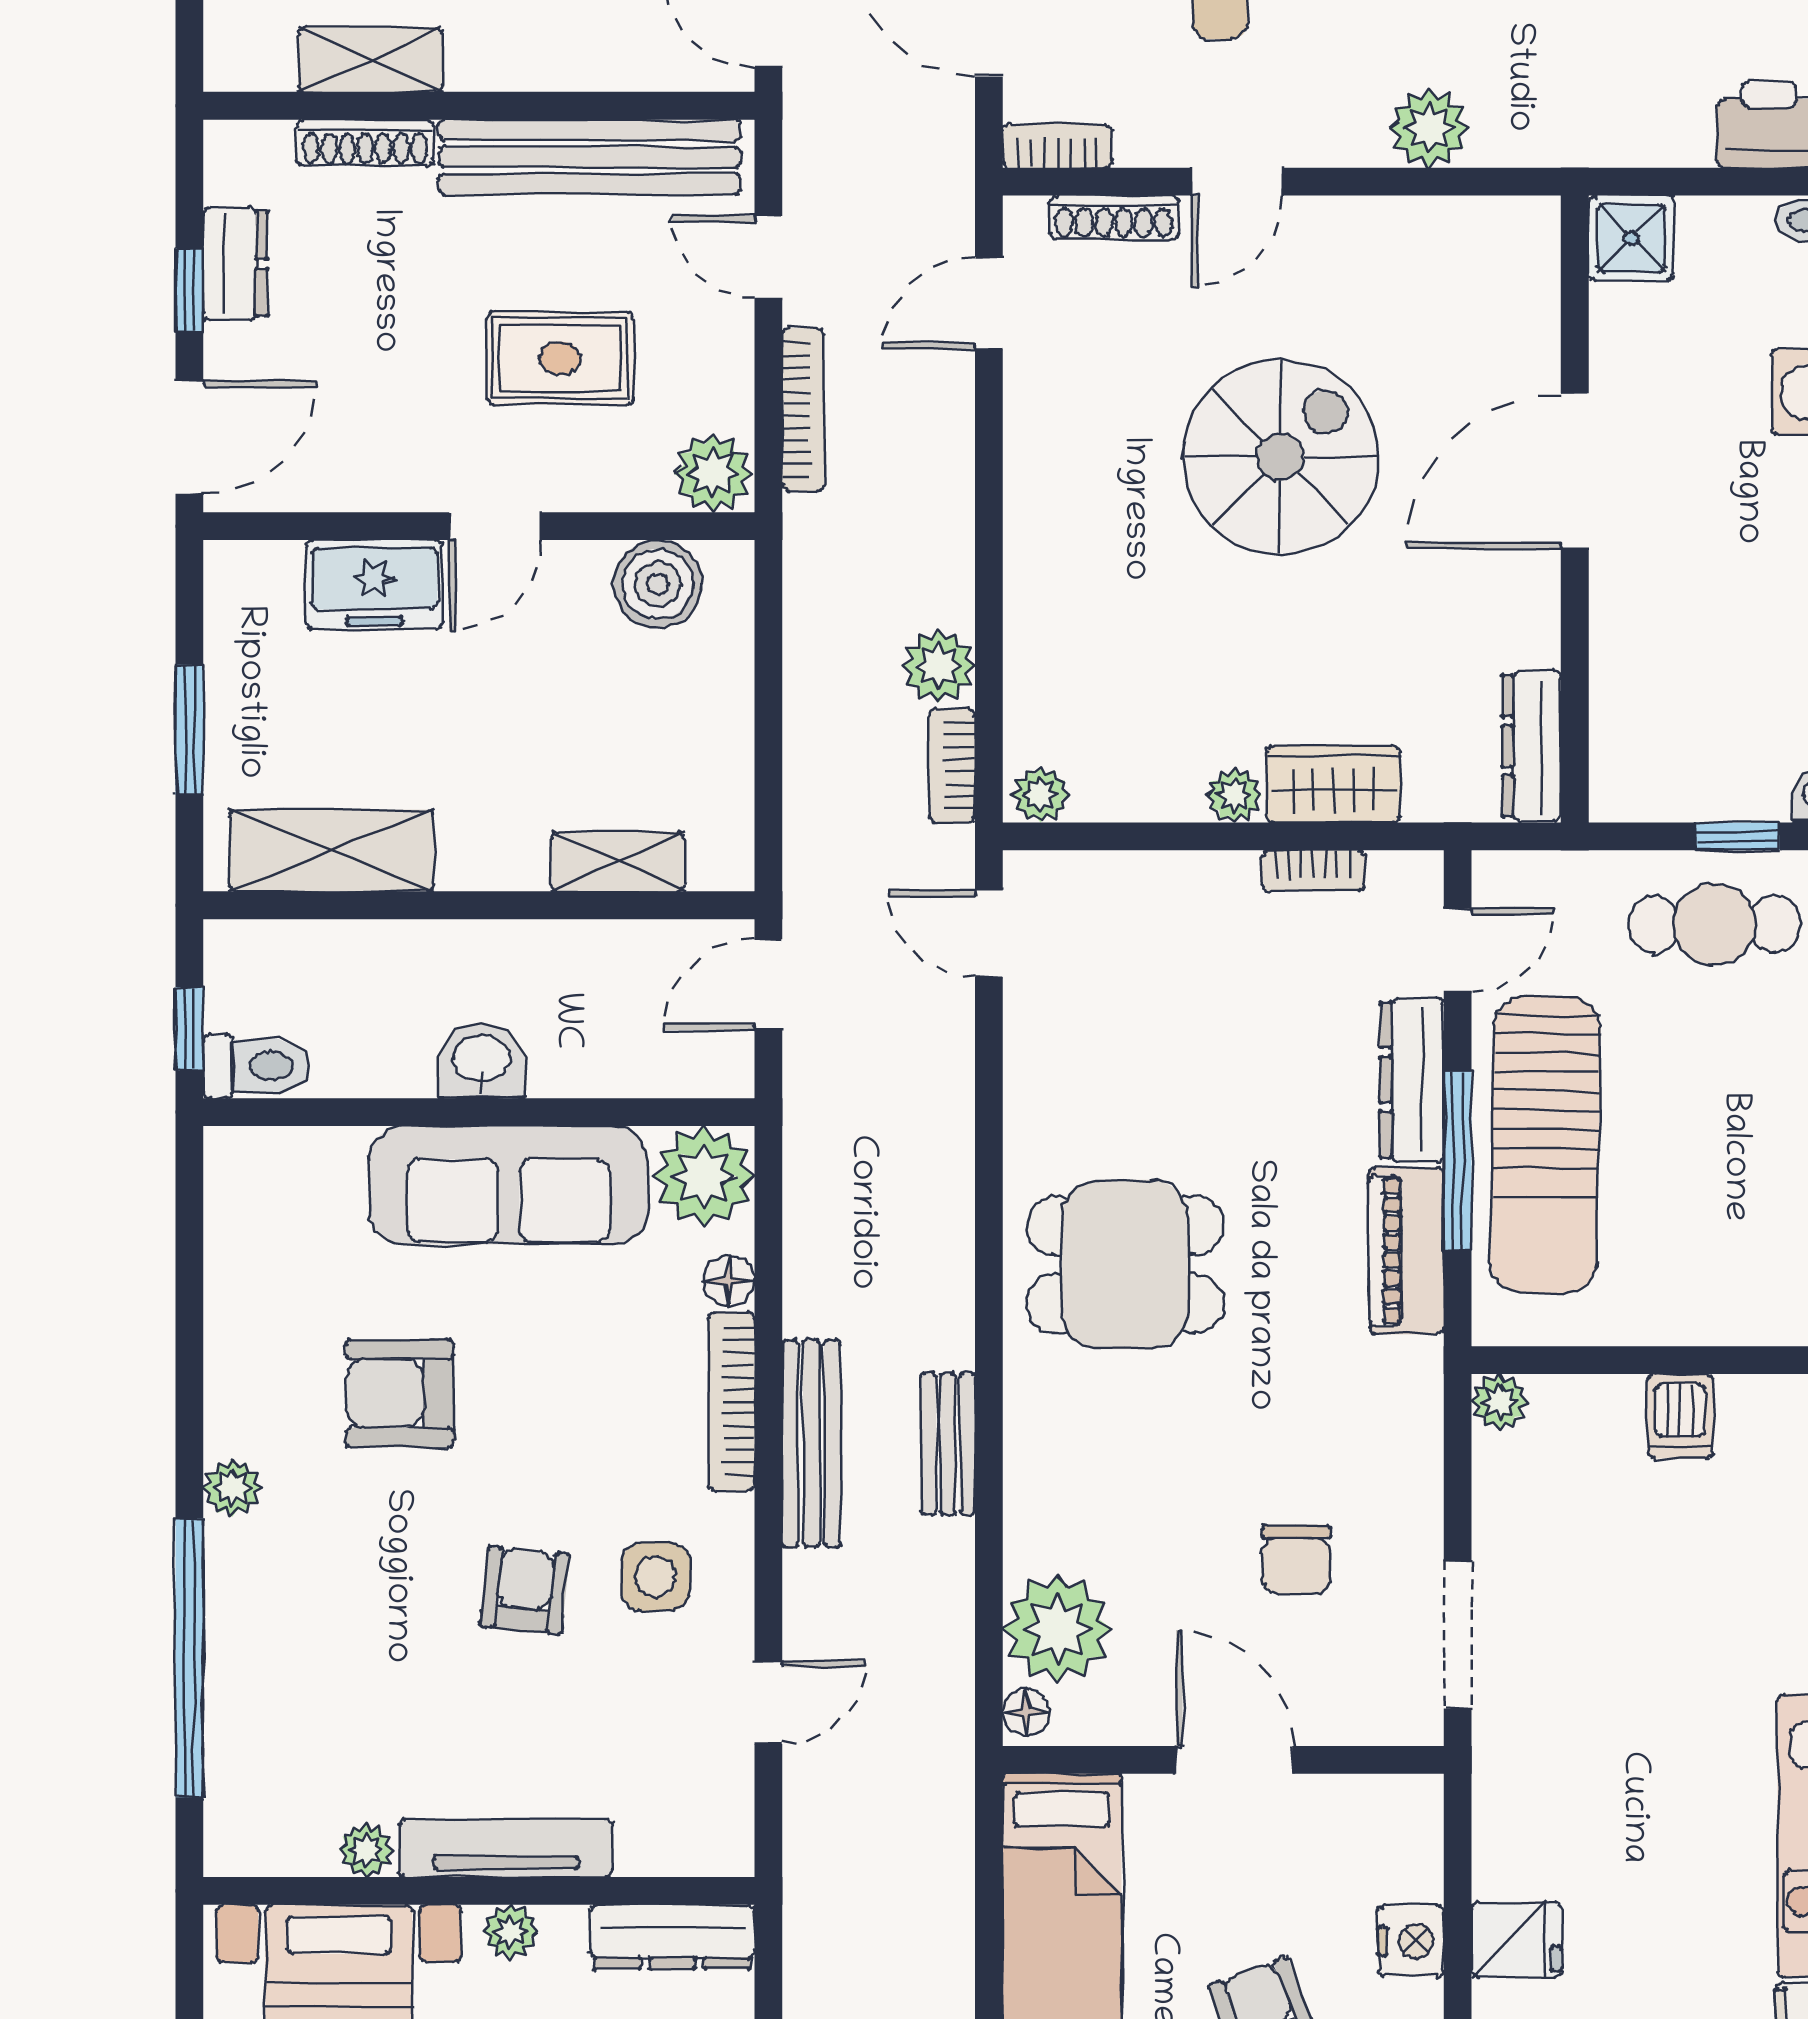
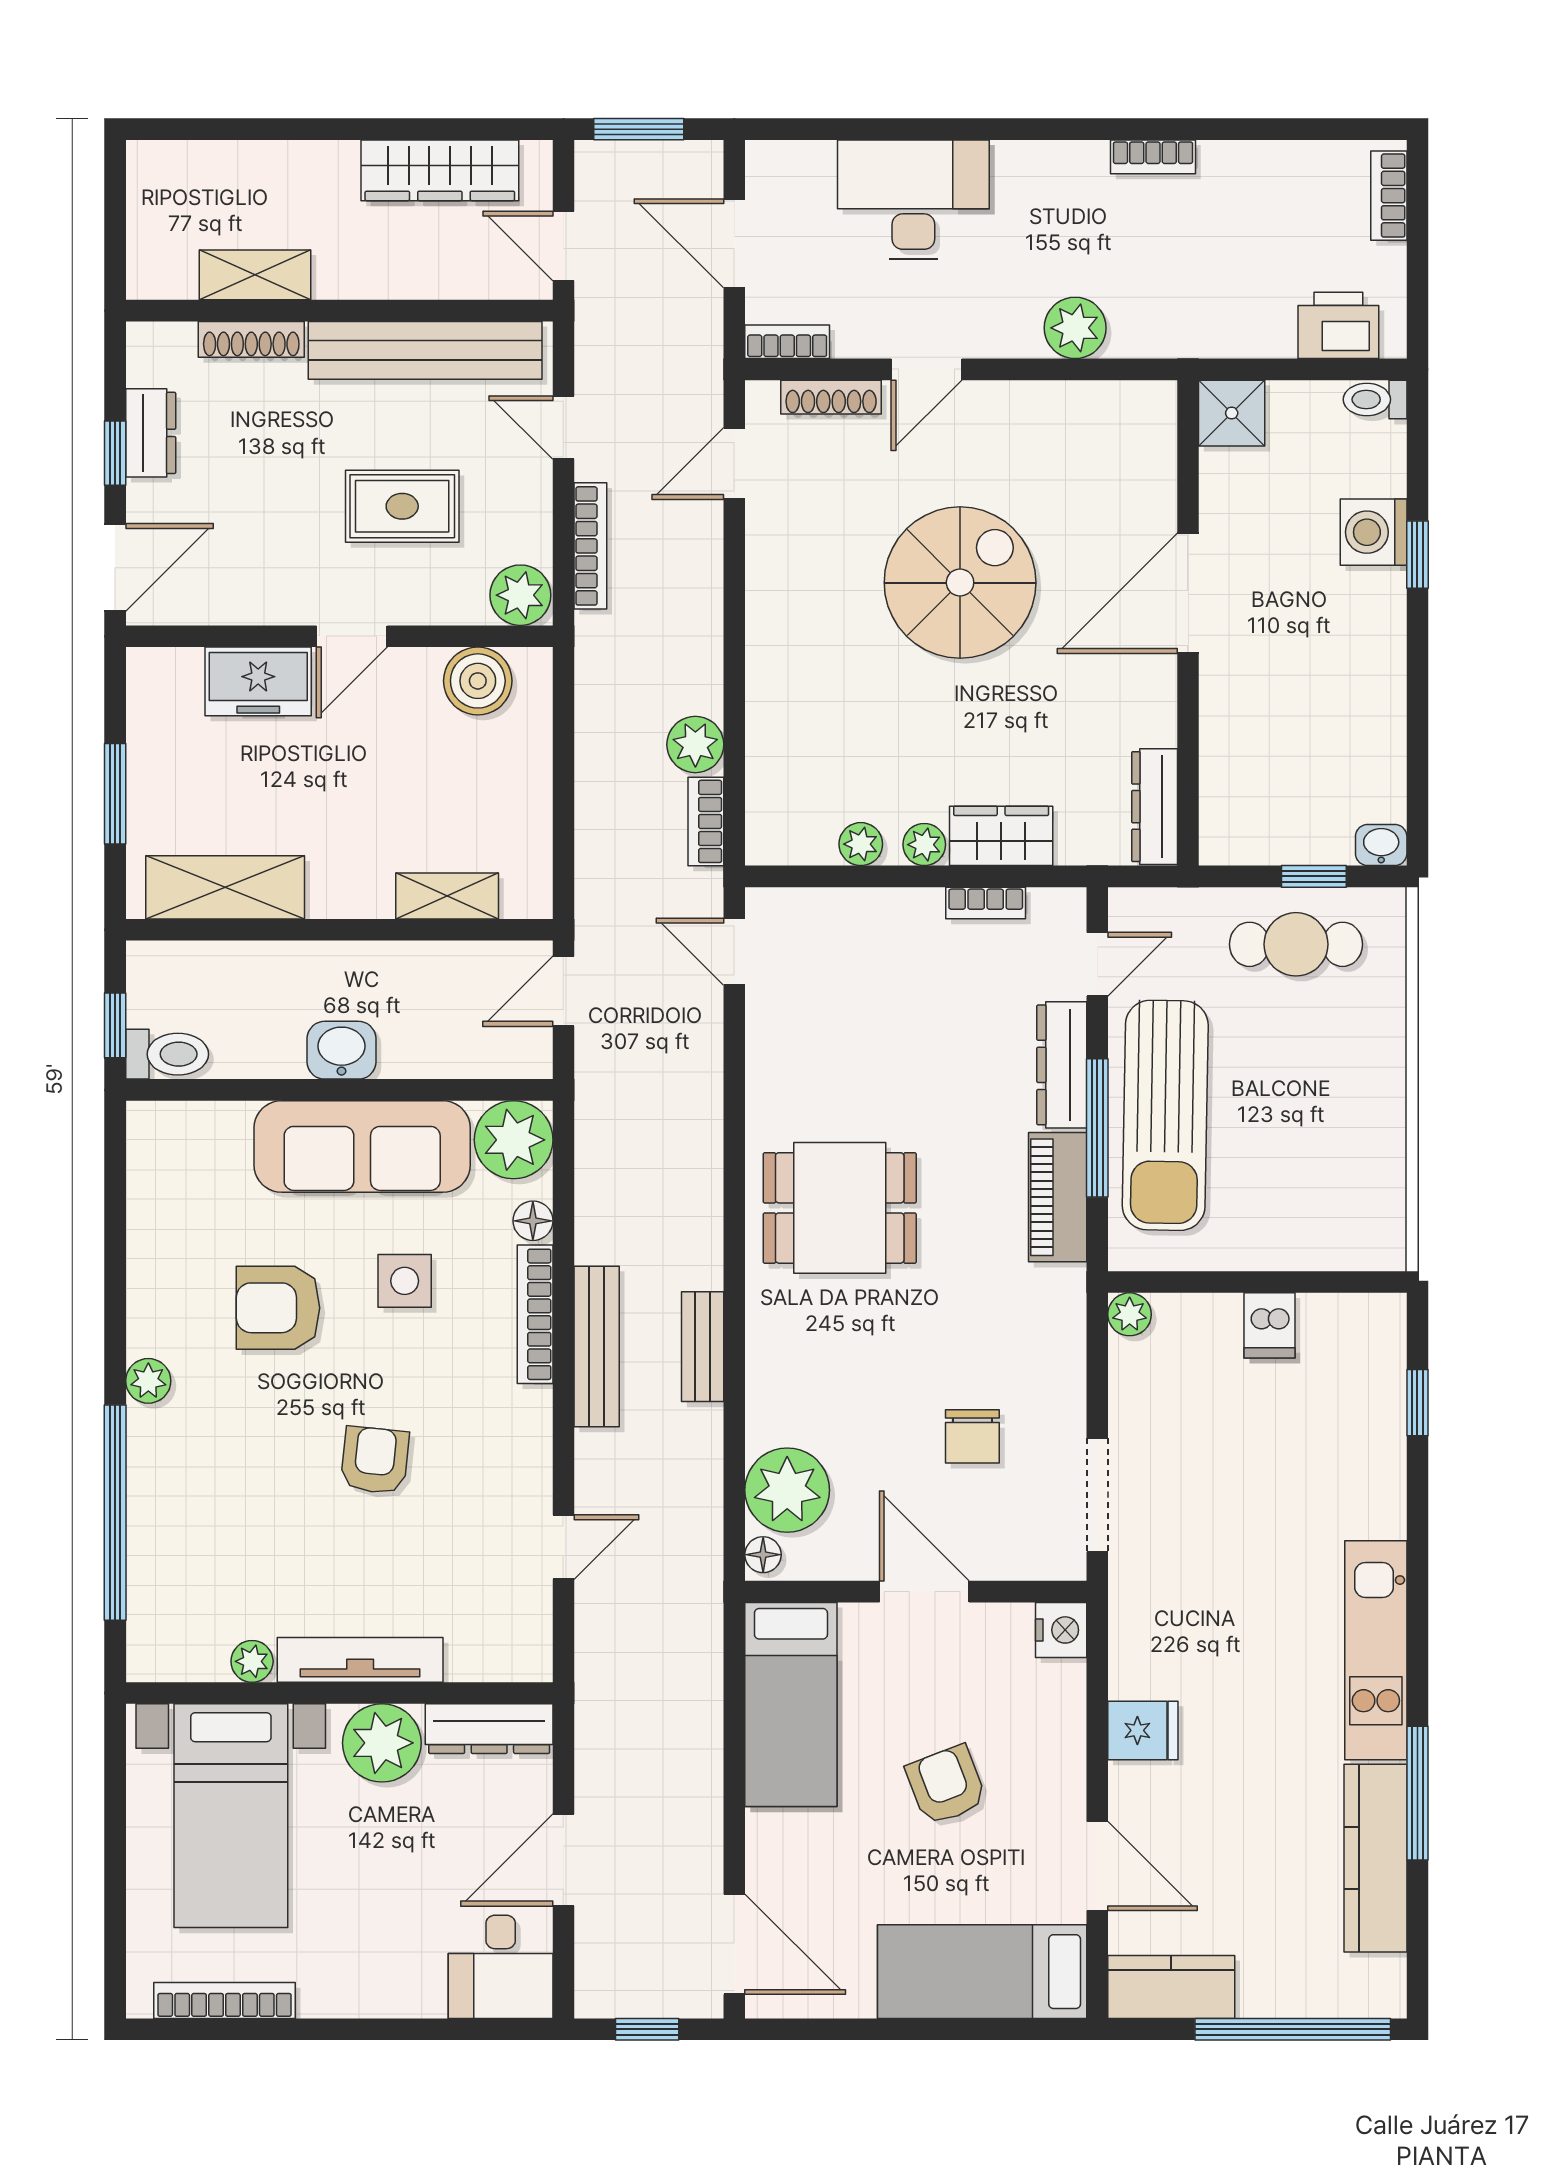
plant: (1041, 795) -> (861, 844), moved
side table: (656, 1577) -> (405, 1281), moved
plant: (510, 1932) -> (382, 1743), width x1.87, depth x1.87
nightstand: (1411, 1941) -> (1061, 1630), moved

